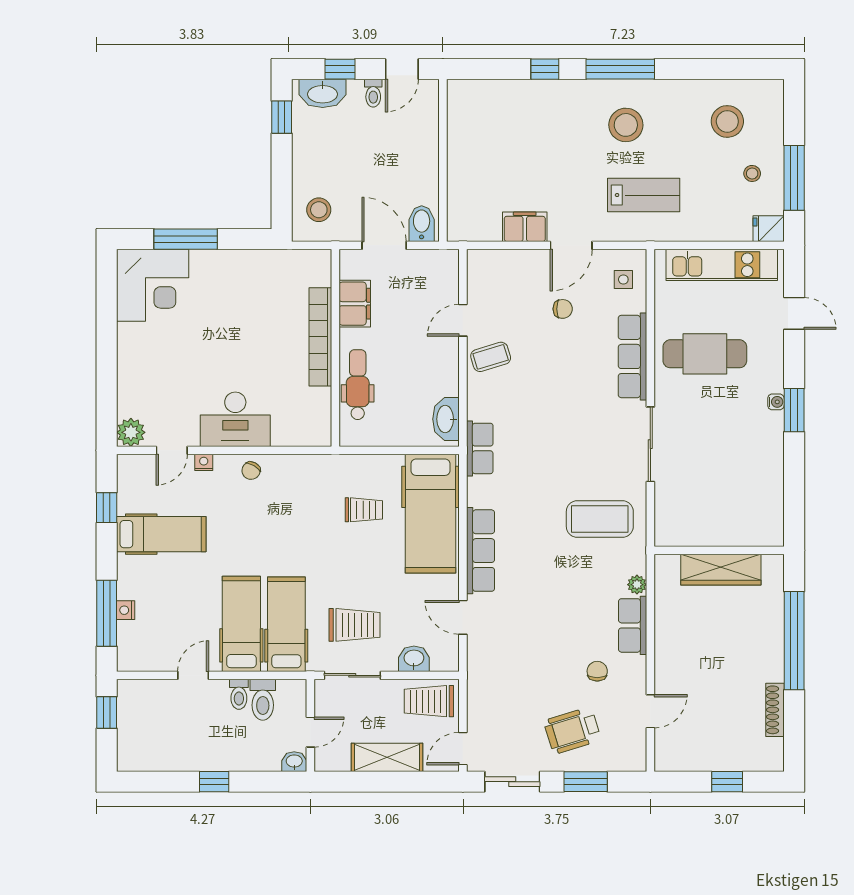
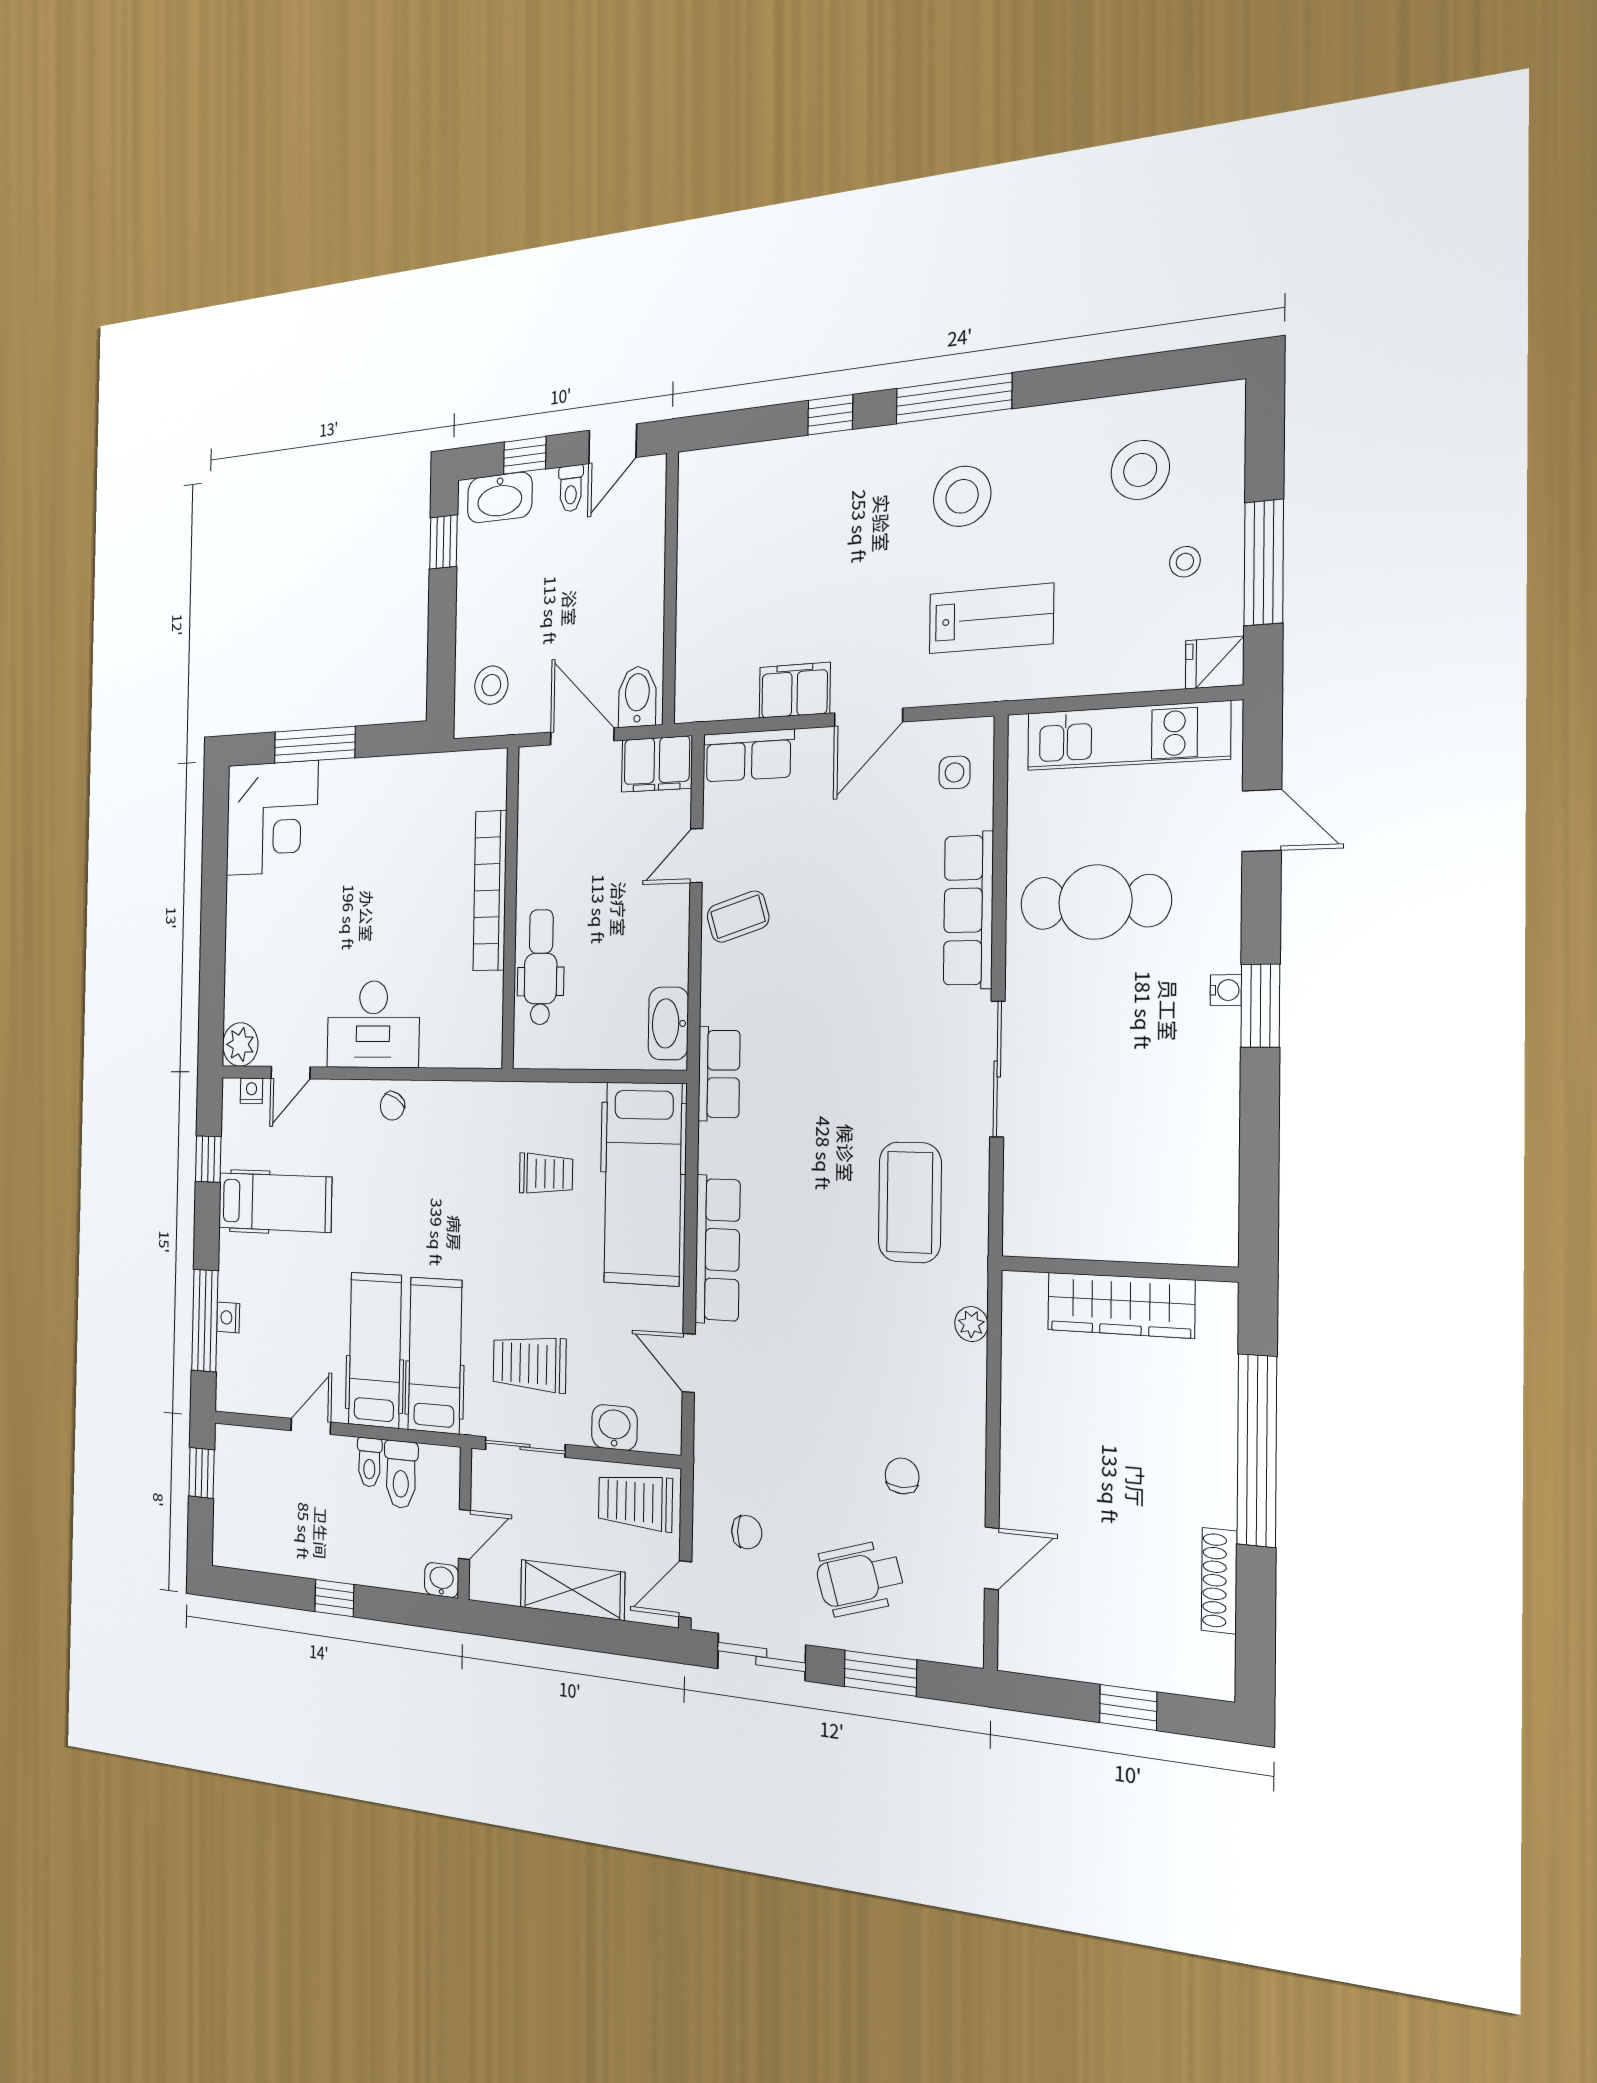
filing cabinet: (355, 304) -> (657, 764), moved, turned 90
chair: (563, 309) -> (747, 1532), moved
nightstand: (204, 462) -> (251, 1091), moved
coffee table: (600, 519) -> (910, 1202), turned 90
trolley: (355, 625) -> (529, 1364), turned 180
row of seats: (633, 625) -> (748, 756), moved, turned -90

